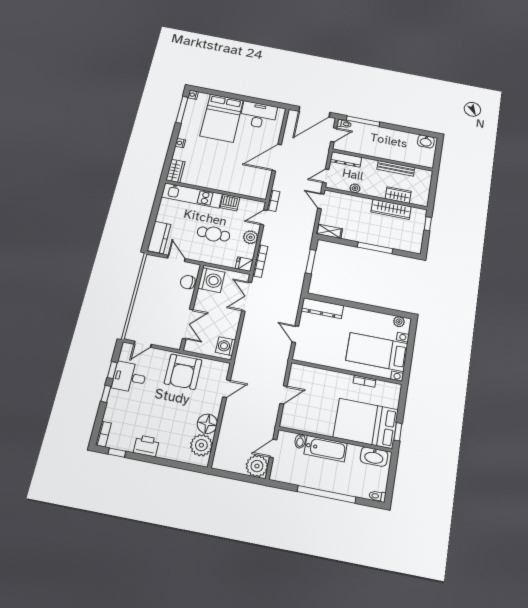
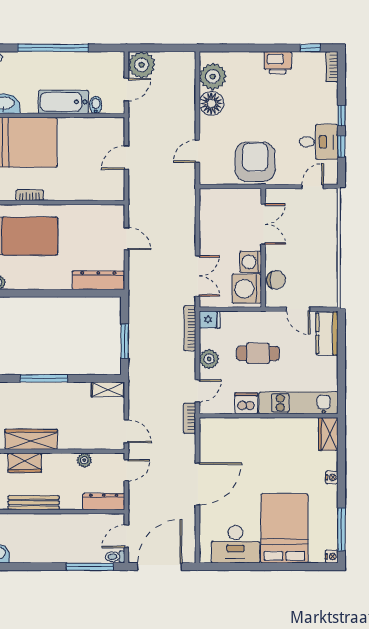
double door: (188, 324) -> (263, 224), swing flipped
washing machine: (226, 346) -> (251, 262), moved, turned 180

